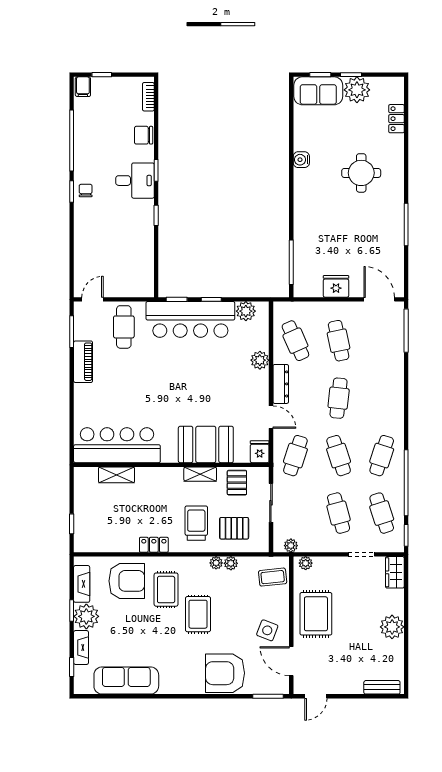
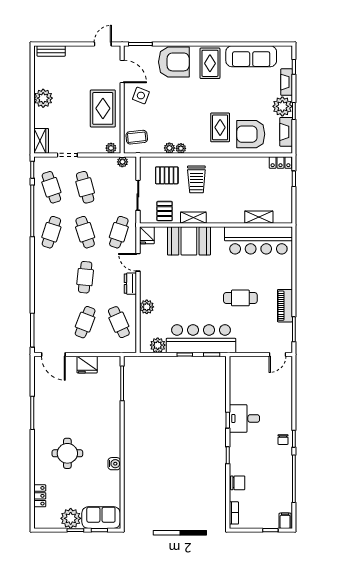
desk: (135, 181) -> (244, 418), moved
cafe table: (124, 327) -> (240, 298), moved, turned 90
cafe table: (339, 341) -> (85, 322), turned 33
dresser: (281, 384) -> (130, 284), width x0.70
locker: (154, 545) -> (280, 162), moved
rug: (198, 614) -> (210, 63), moved

